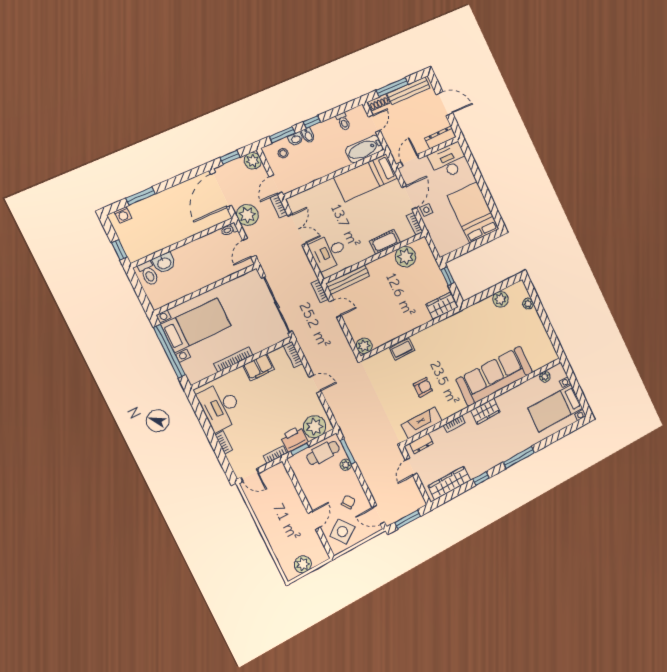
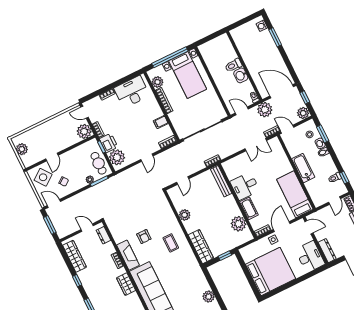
window: (312, 122) -> (344, 177), moved
door: (374, 124) -> (335, 201), hinge flipped
bathtub: (364, 149) -> (303, 168), moved
door: (409, 198) -> (282, 227), swing flipped
bed: (473, 212) -> (270, 271), width x1.36
window: (119, 250) -> (238, 24), removed
desk: (328, 252) -> (245, 186), moved, turned -90
washbasin: (164, 263) -> (241, 75), moved
toilet: (149, 273) -> (233, 65), moved
wardrobe: (442, 306) -> (201, 247), width x1.50
door: (335, 309) -> (183, 181), moved
plant: (364, 346) -> (185, 215), moved
coffee table: (402, 349) -> (171, 243), moved
filing cabinet: (259, 367) -> (161, 122), width x0.50
plant: (206, 369) -> (157, 82), added
fireplace: (422, 423) -> (128, 255), moved
door: (250, 475) -> (84, 112), hinge flipped
plant: (278, 475) -> (84, 131), added
door: (378, 515) -> (54, 203), hinge flipped
door: (314, 520) -> (52, 157), hinge flipped

